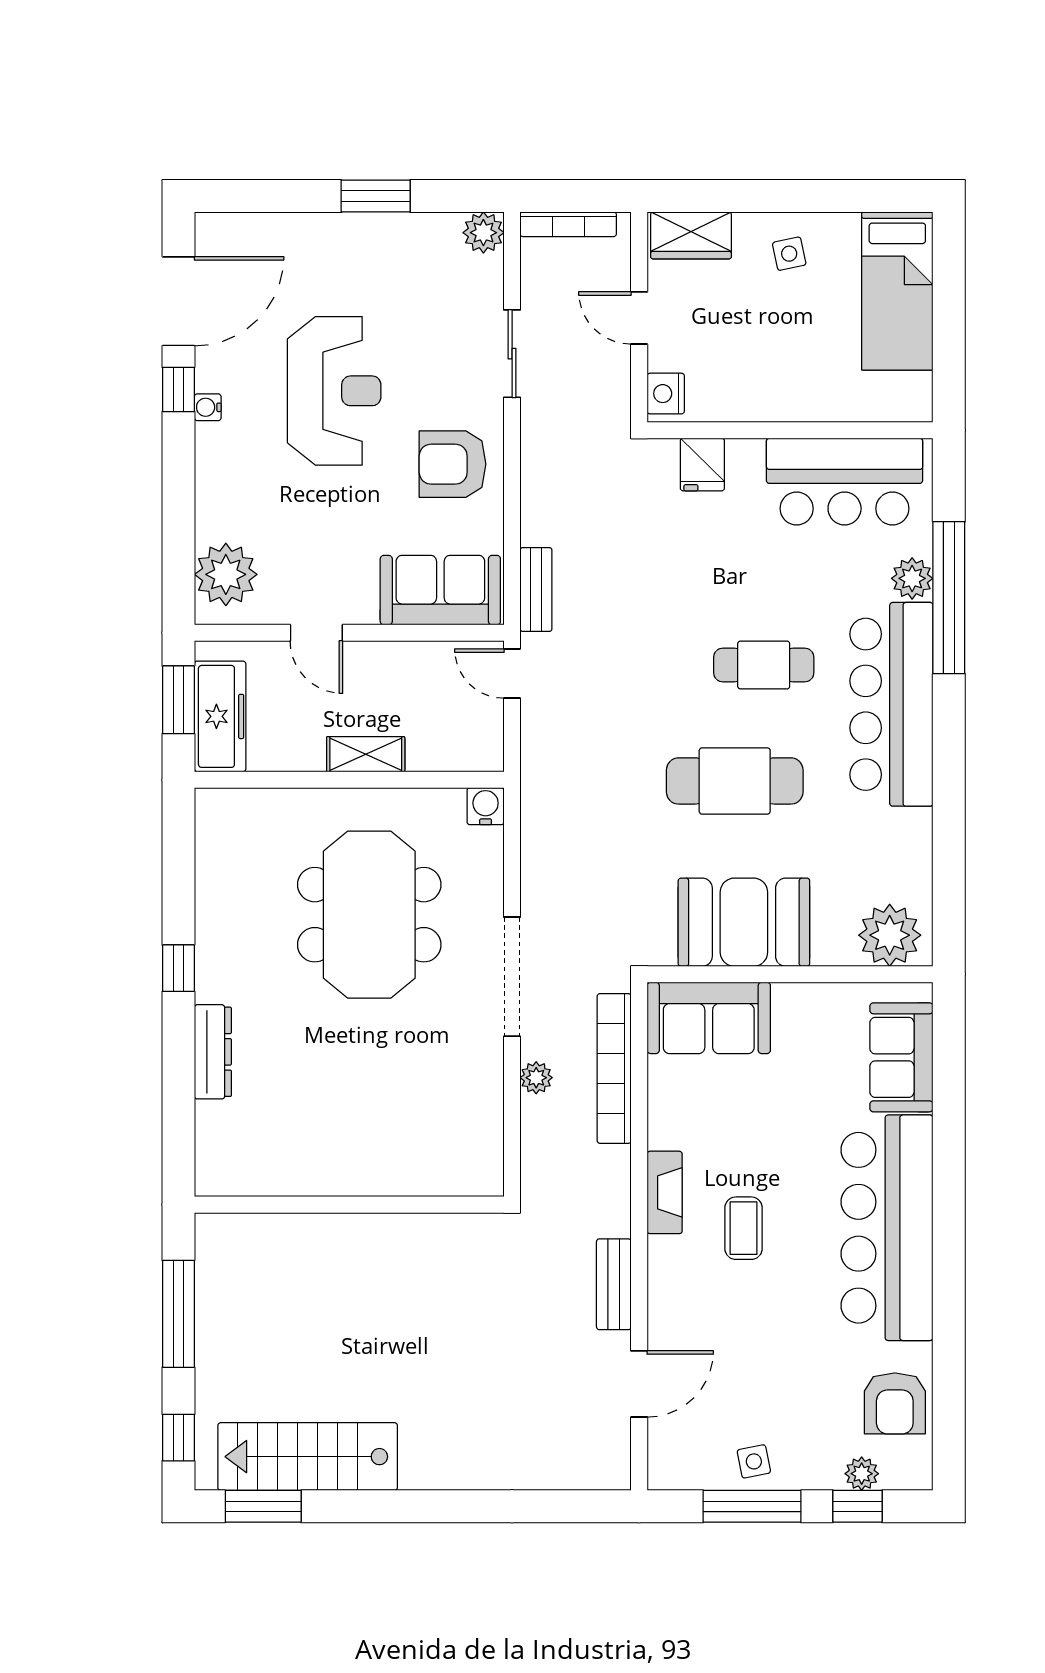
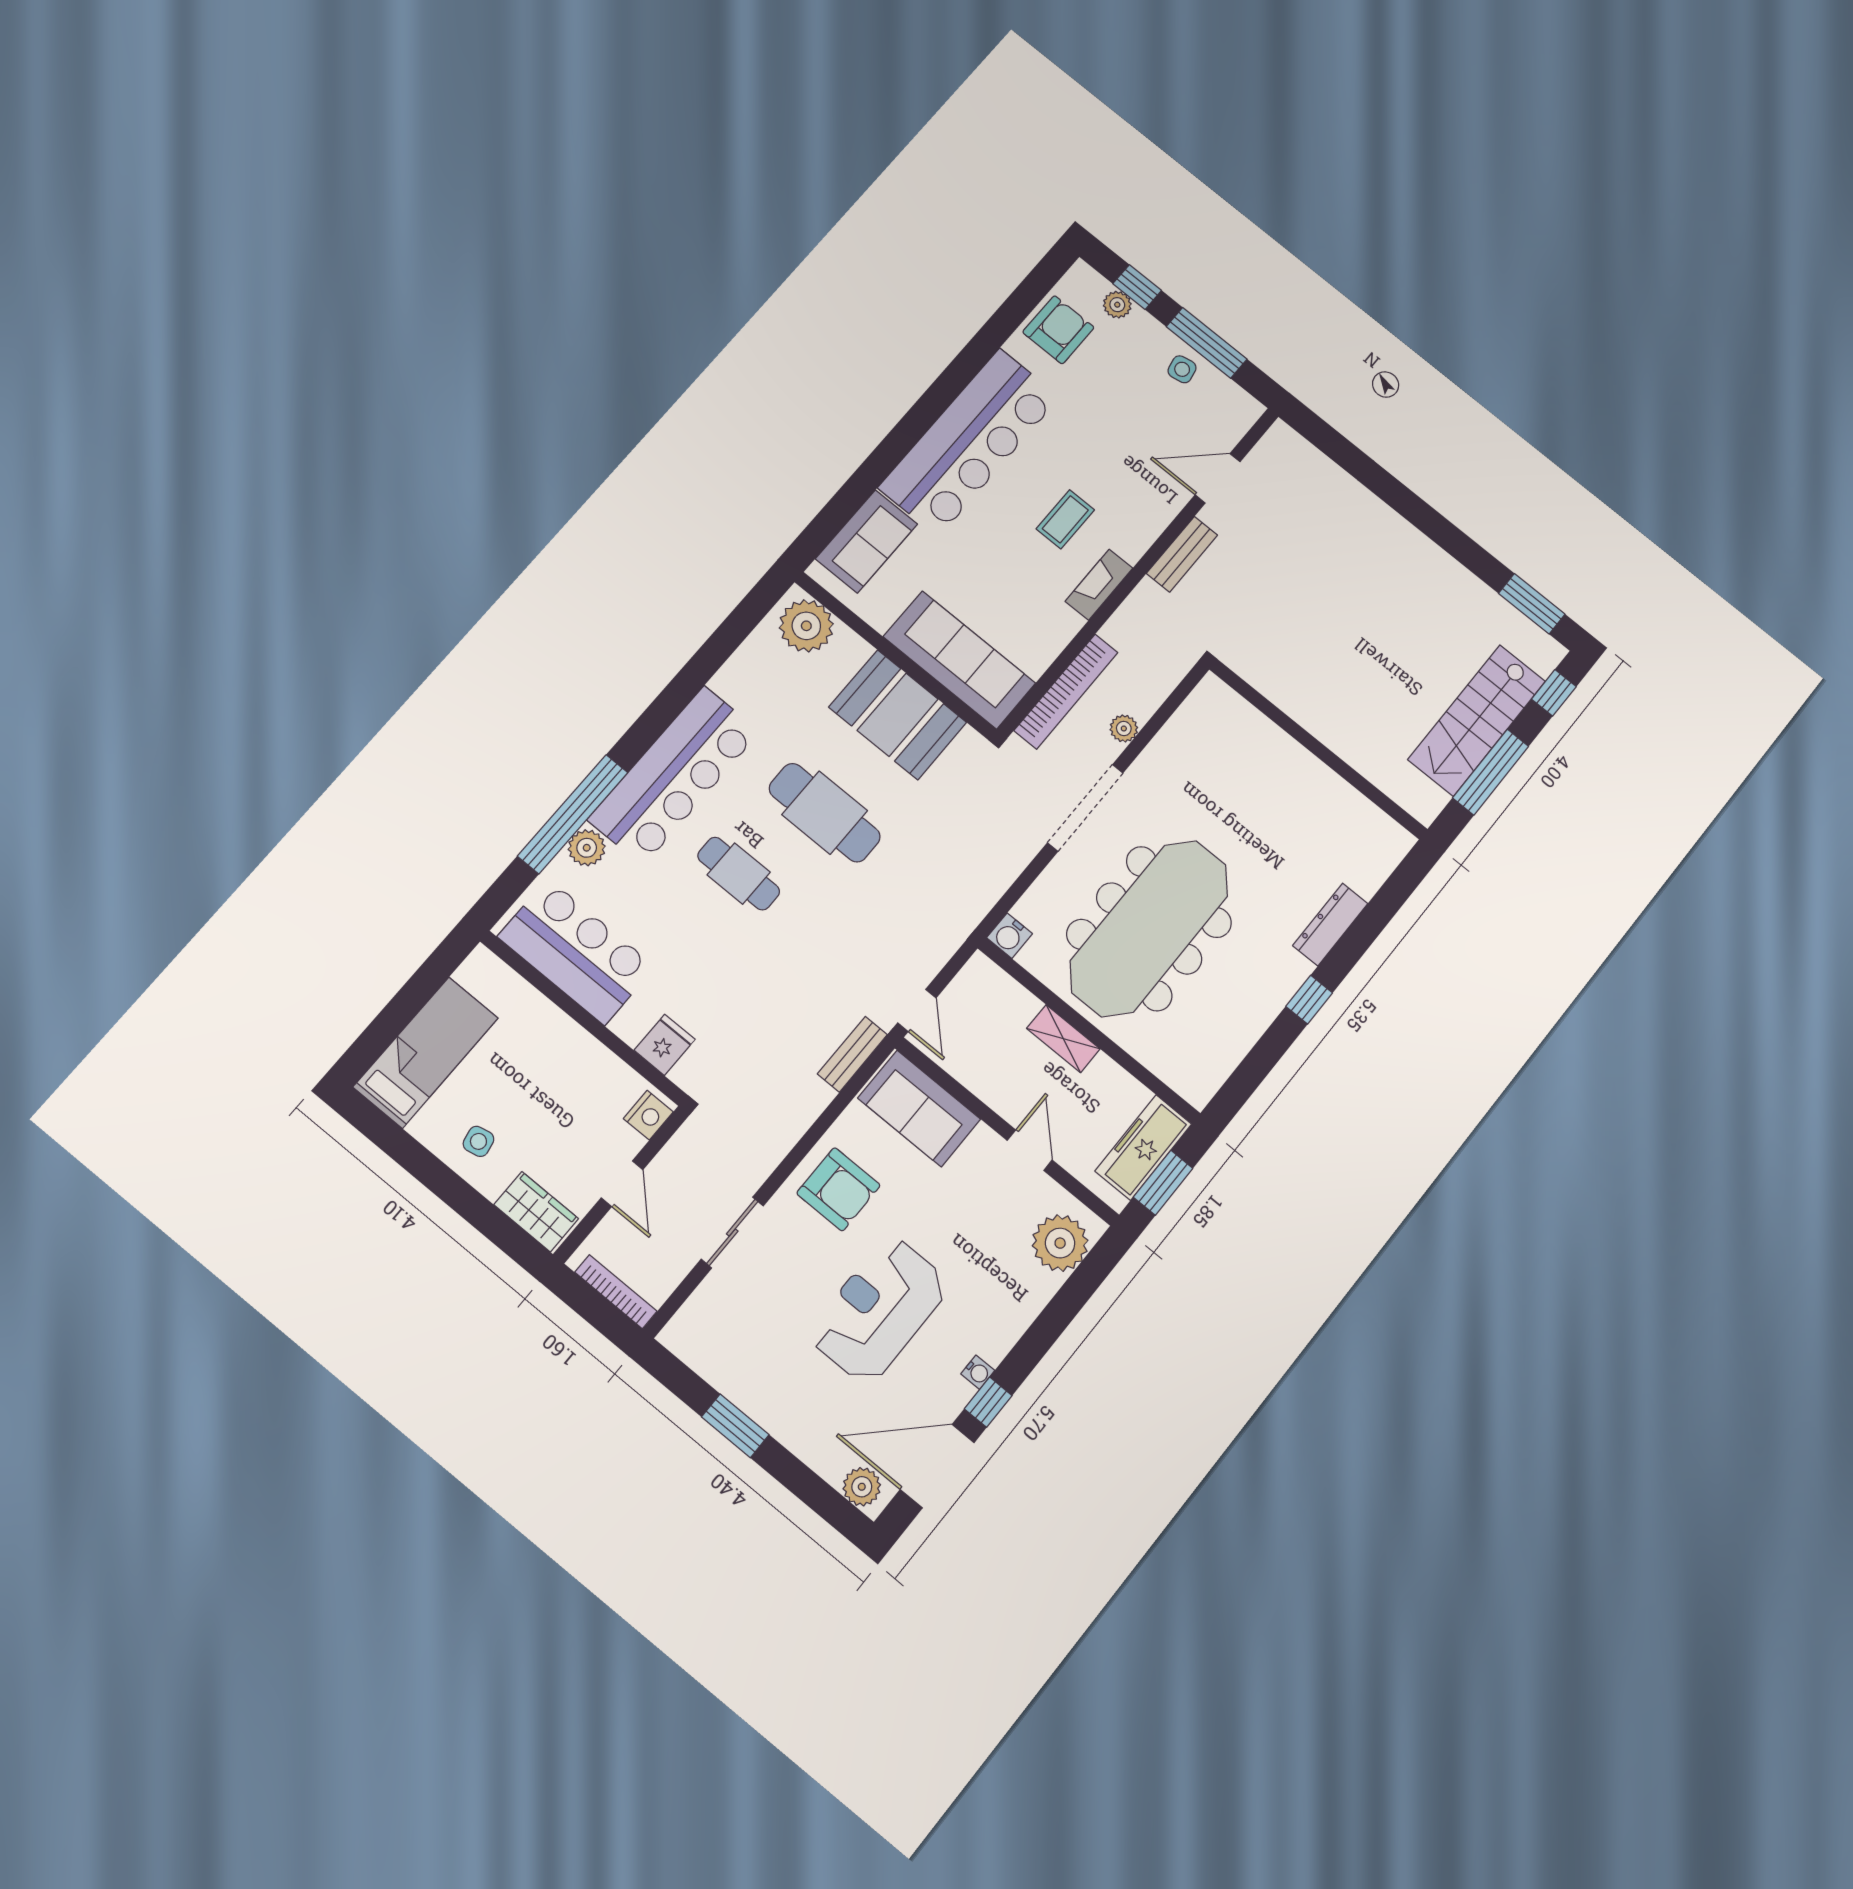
plant: (483, 233) -> (862, 1487), moved
meeting table: (369, 915) -> (1149, 928), width x1.36
sofa: (709, 1018) -> (959, 660), width x1.36
stairs: (308, 1457) -> (1477, 720), moved, turned 90

